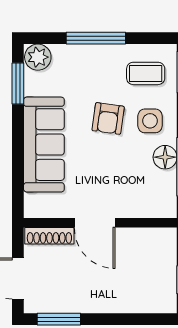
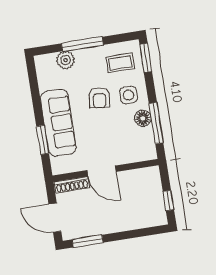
plant: (38, 57) -> (66, 60), moved
window: (18, 83) -> (43, 140), moved

